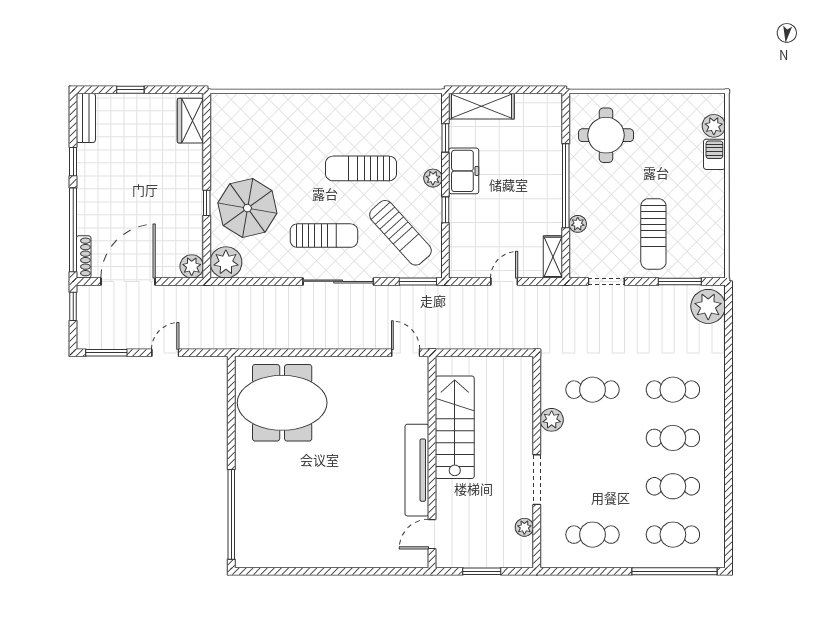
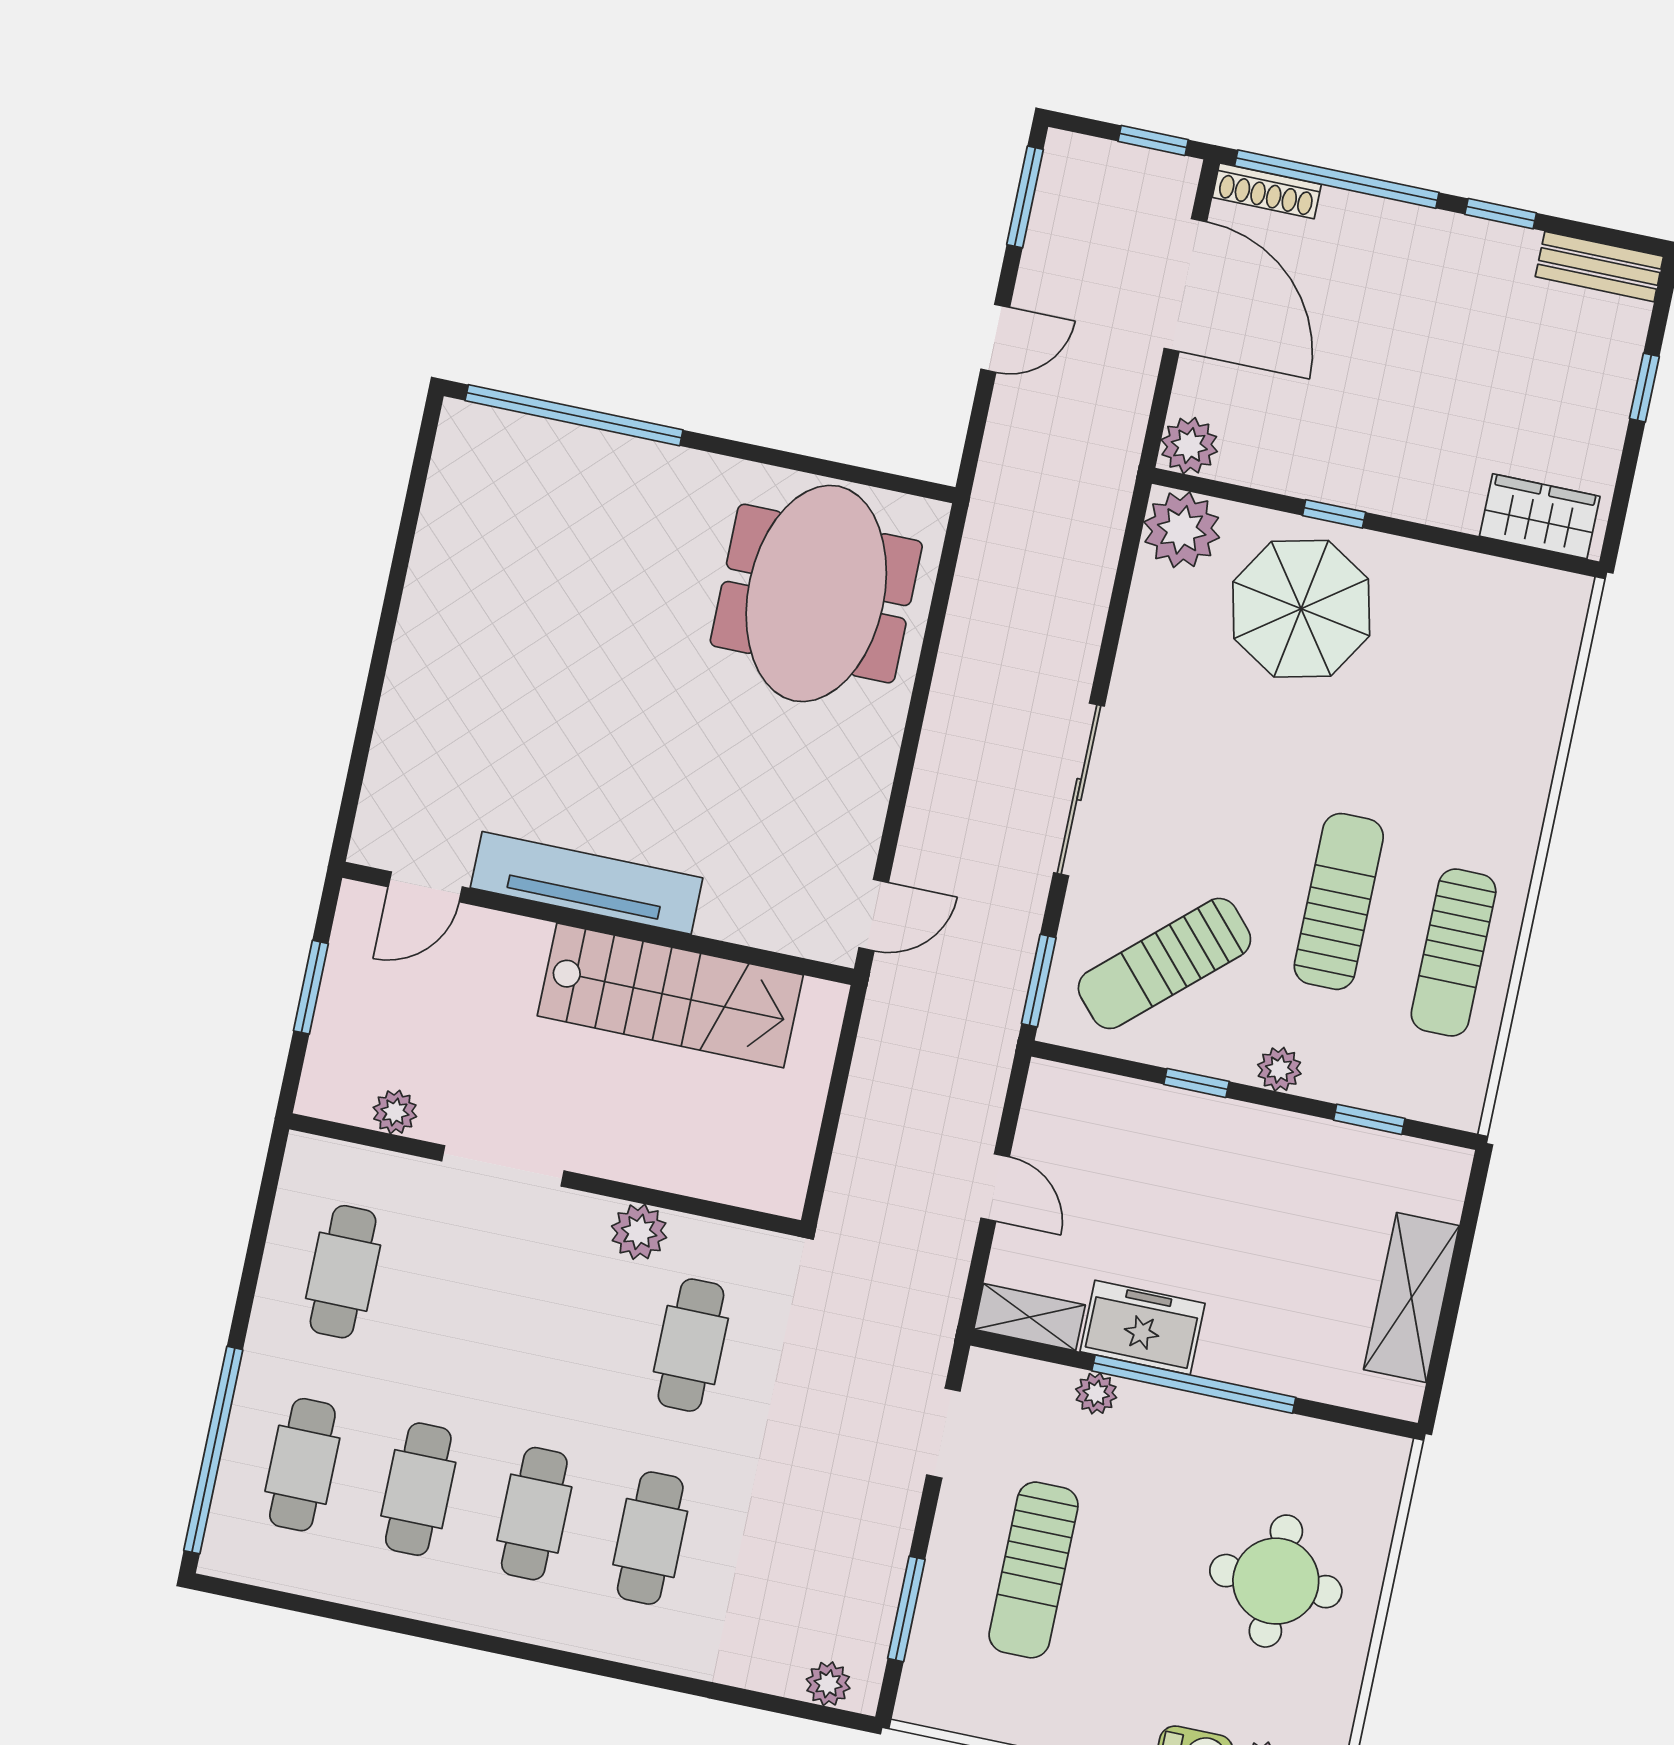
shelving: (481, 106) -> (1411, 1298), moved
round table: (606, 135) -> (1276, 1581), moved
freezer: (464, 171) -> (1143, 1328), moved, turned 180
sun lounger: (653, 234) -> (1034, 1570), turned -90
sun lounger: (324, 236) -> (1454, 953), moved
plant: (708, 306) -> (828, 1684), width x0.53, depth x0.53
door: (165, 353) -> (995, 338), hinge flipped
door: (432, 534) -> (425, 887), swing flipped

